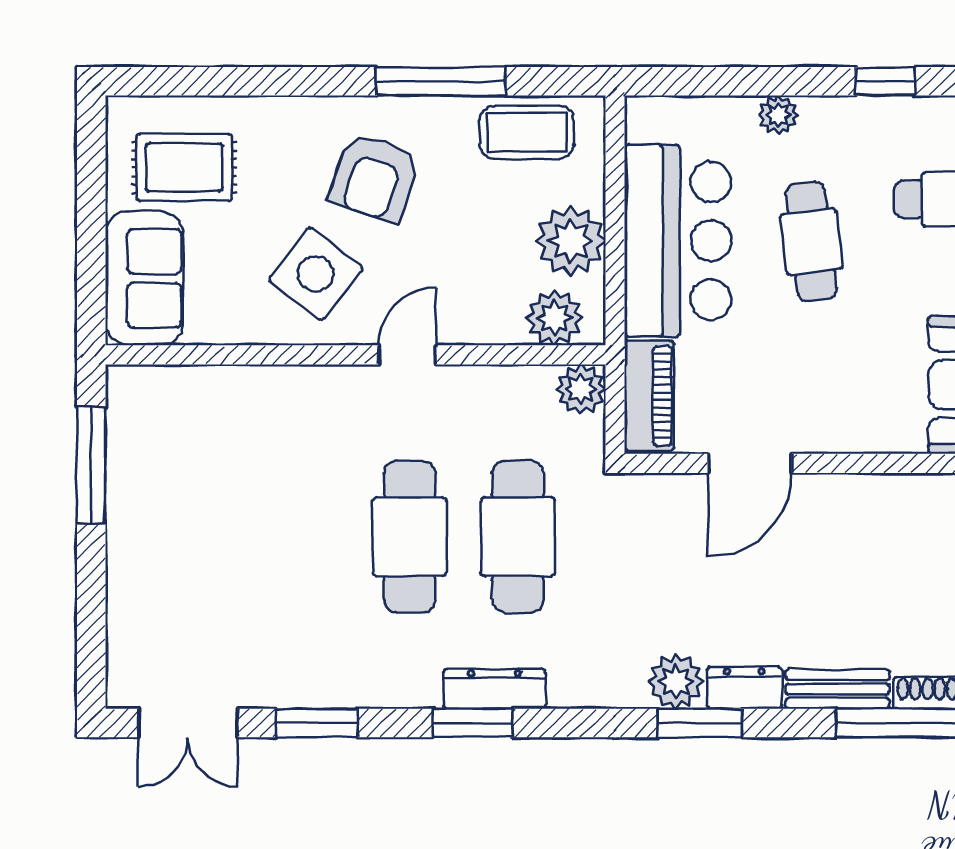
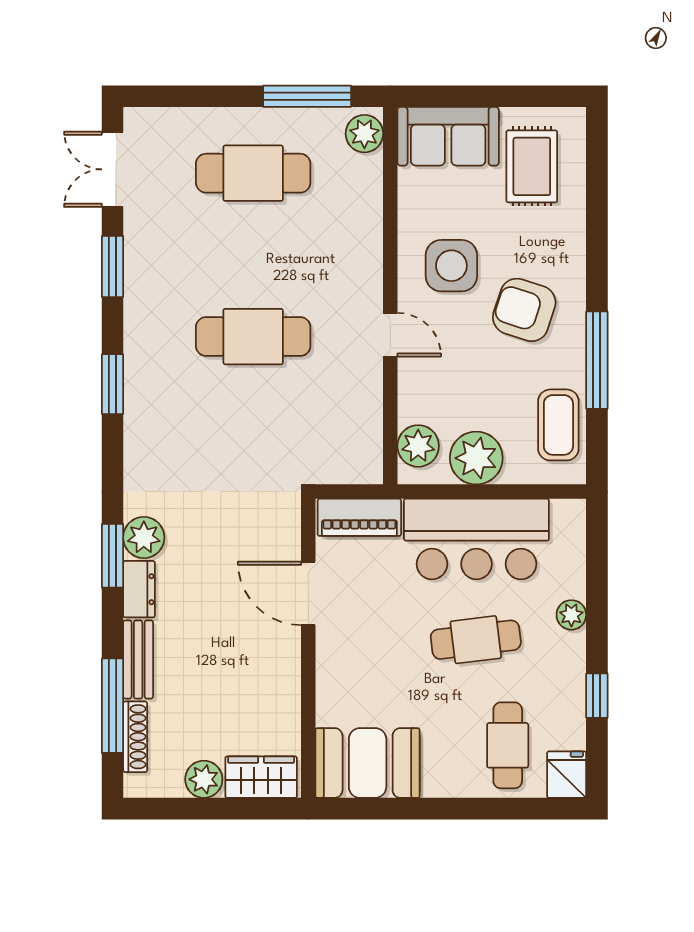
side table: (316, 274) -> (451, 266), turned -38
plant: (581, 389) -> (364, 134), moved
cafe table: (518, 537) -> (253, 173), moved
dresser: (494, 689) -> (138, 401), removed

